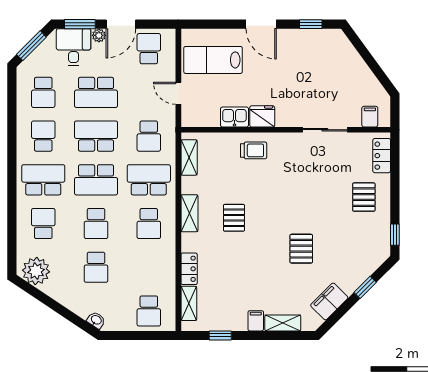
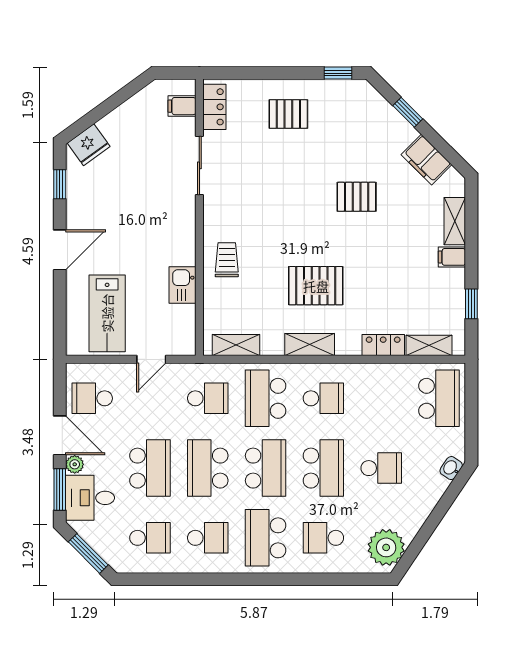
fridge: (262, 116) -> (89, 145), moved, turned -126
school desk: (43, 136) -> (208, 538), turned 180
locker: (382, 156) -> (214, 107), moved, turned -90
pallet: (234, 218) -> (316, 286), width x1.50, depth x1.42
school desk: (96, 224) -> (323, 468), width x1.85
school desk: (149, 311) -> (439, 398), width x1.85

